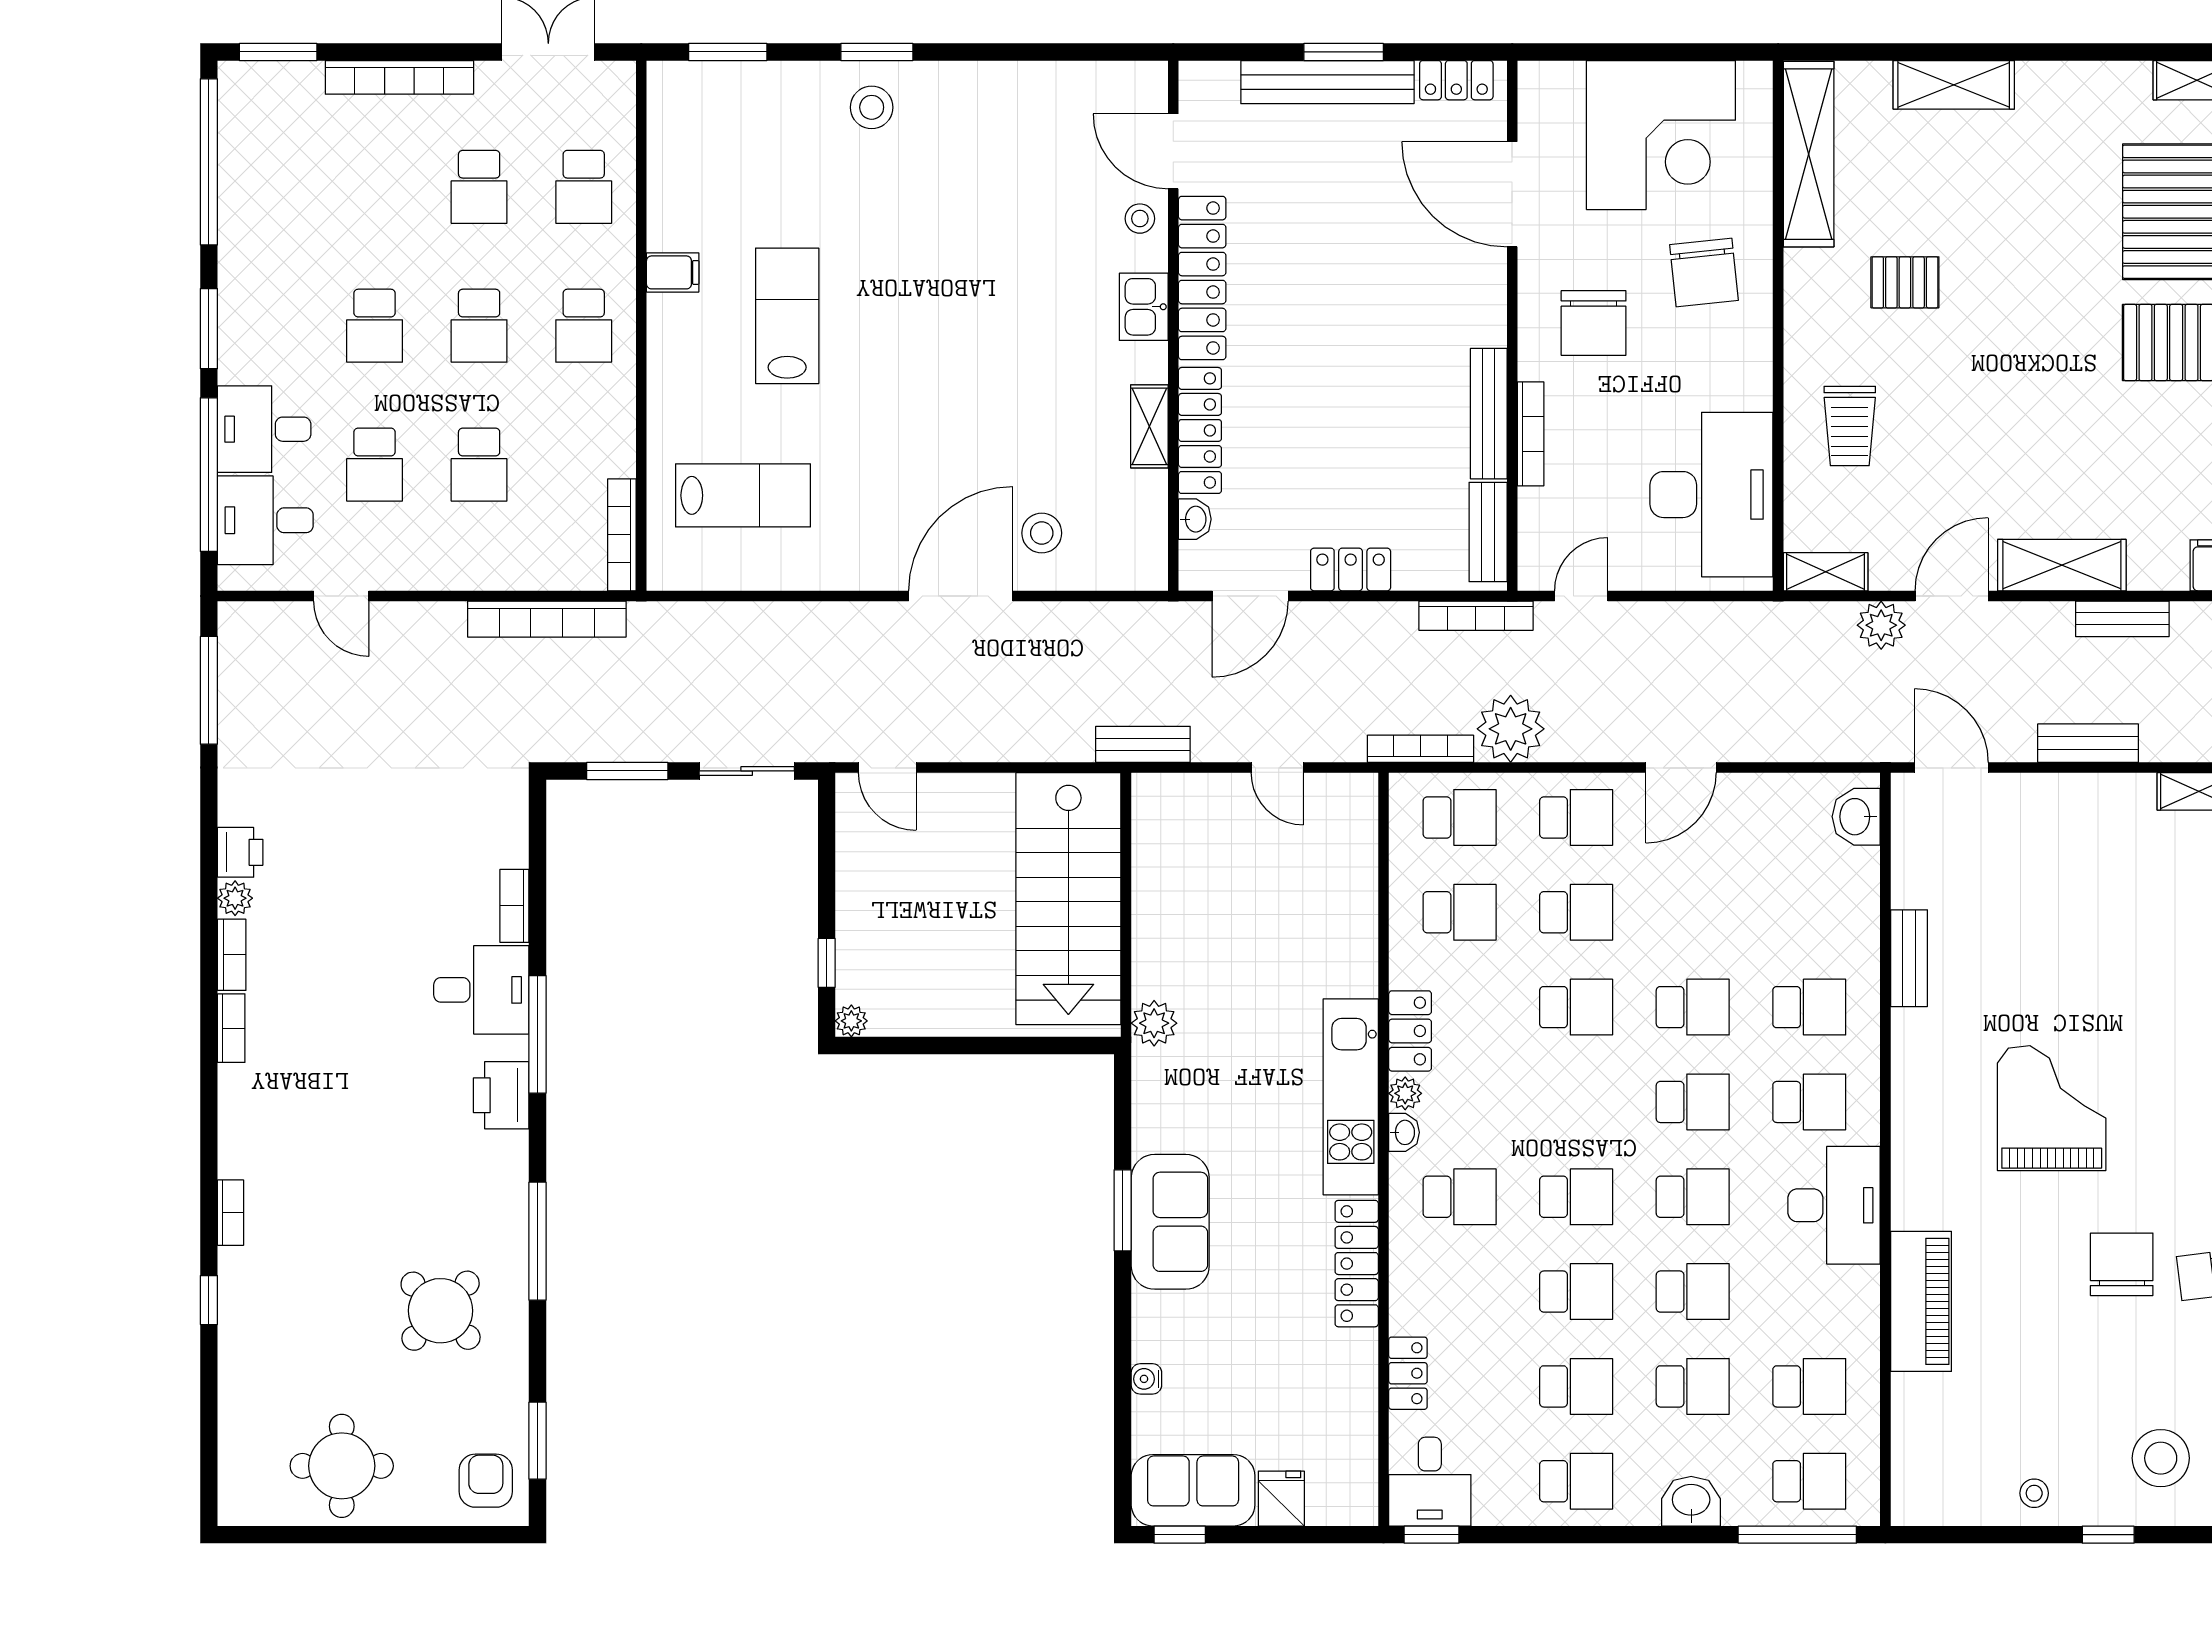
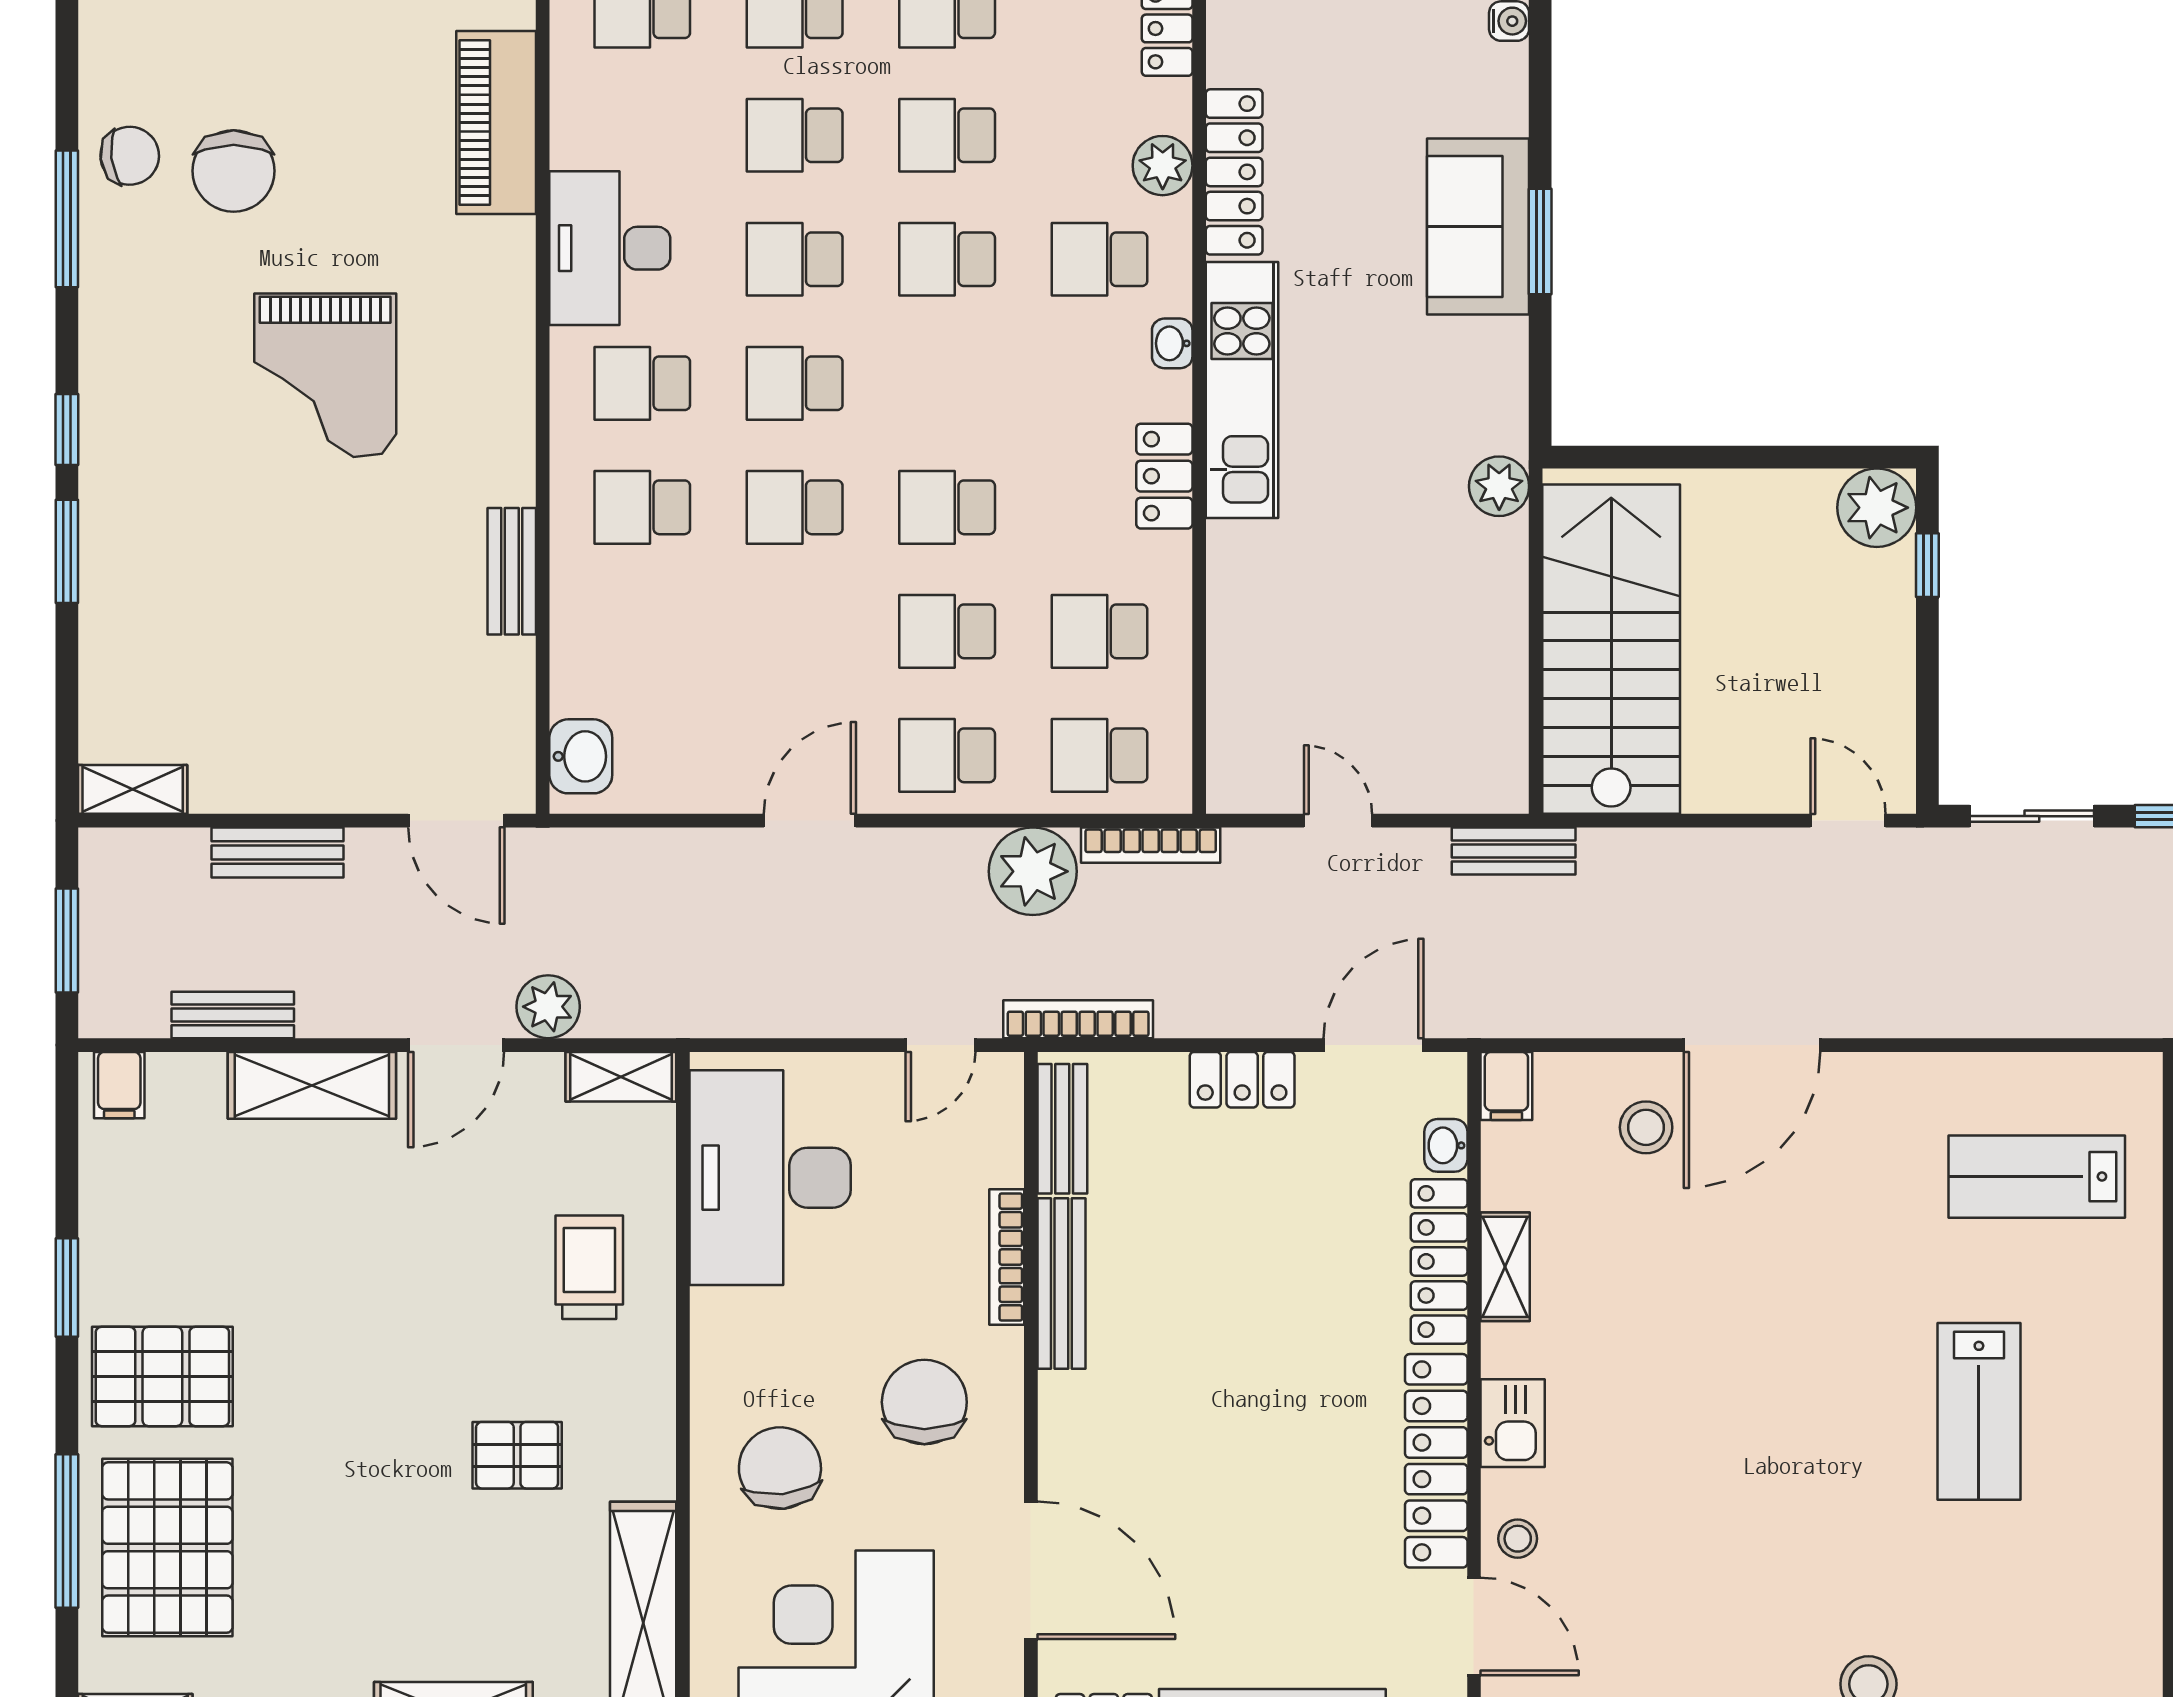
filing cabinet: (673, 272) -> (1506, 1086), moved, turned -90
plant: (851, 1021) -> (1877, 508), width x1.87, depth x1.87
plant: (1405, 1093) -> (1163, 166), moved, width x1.38, depth x1.38

